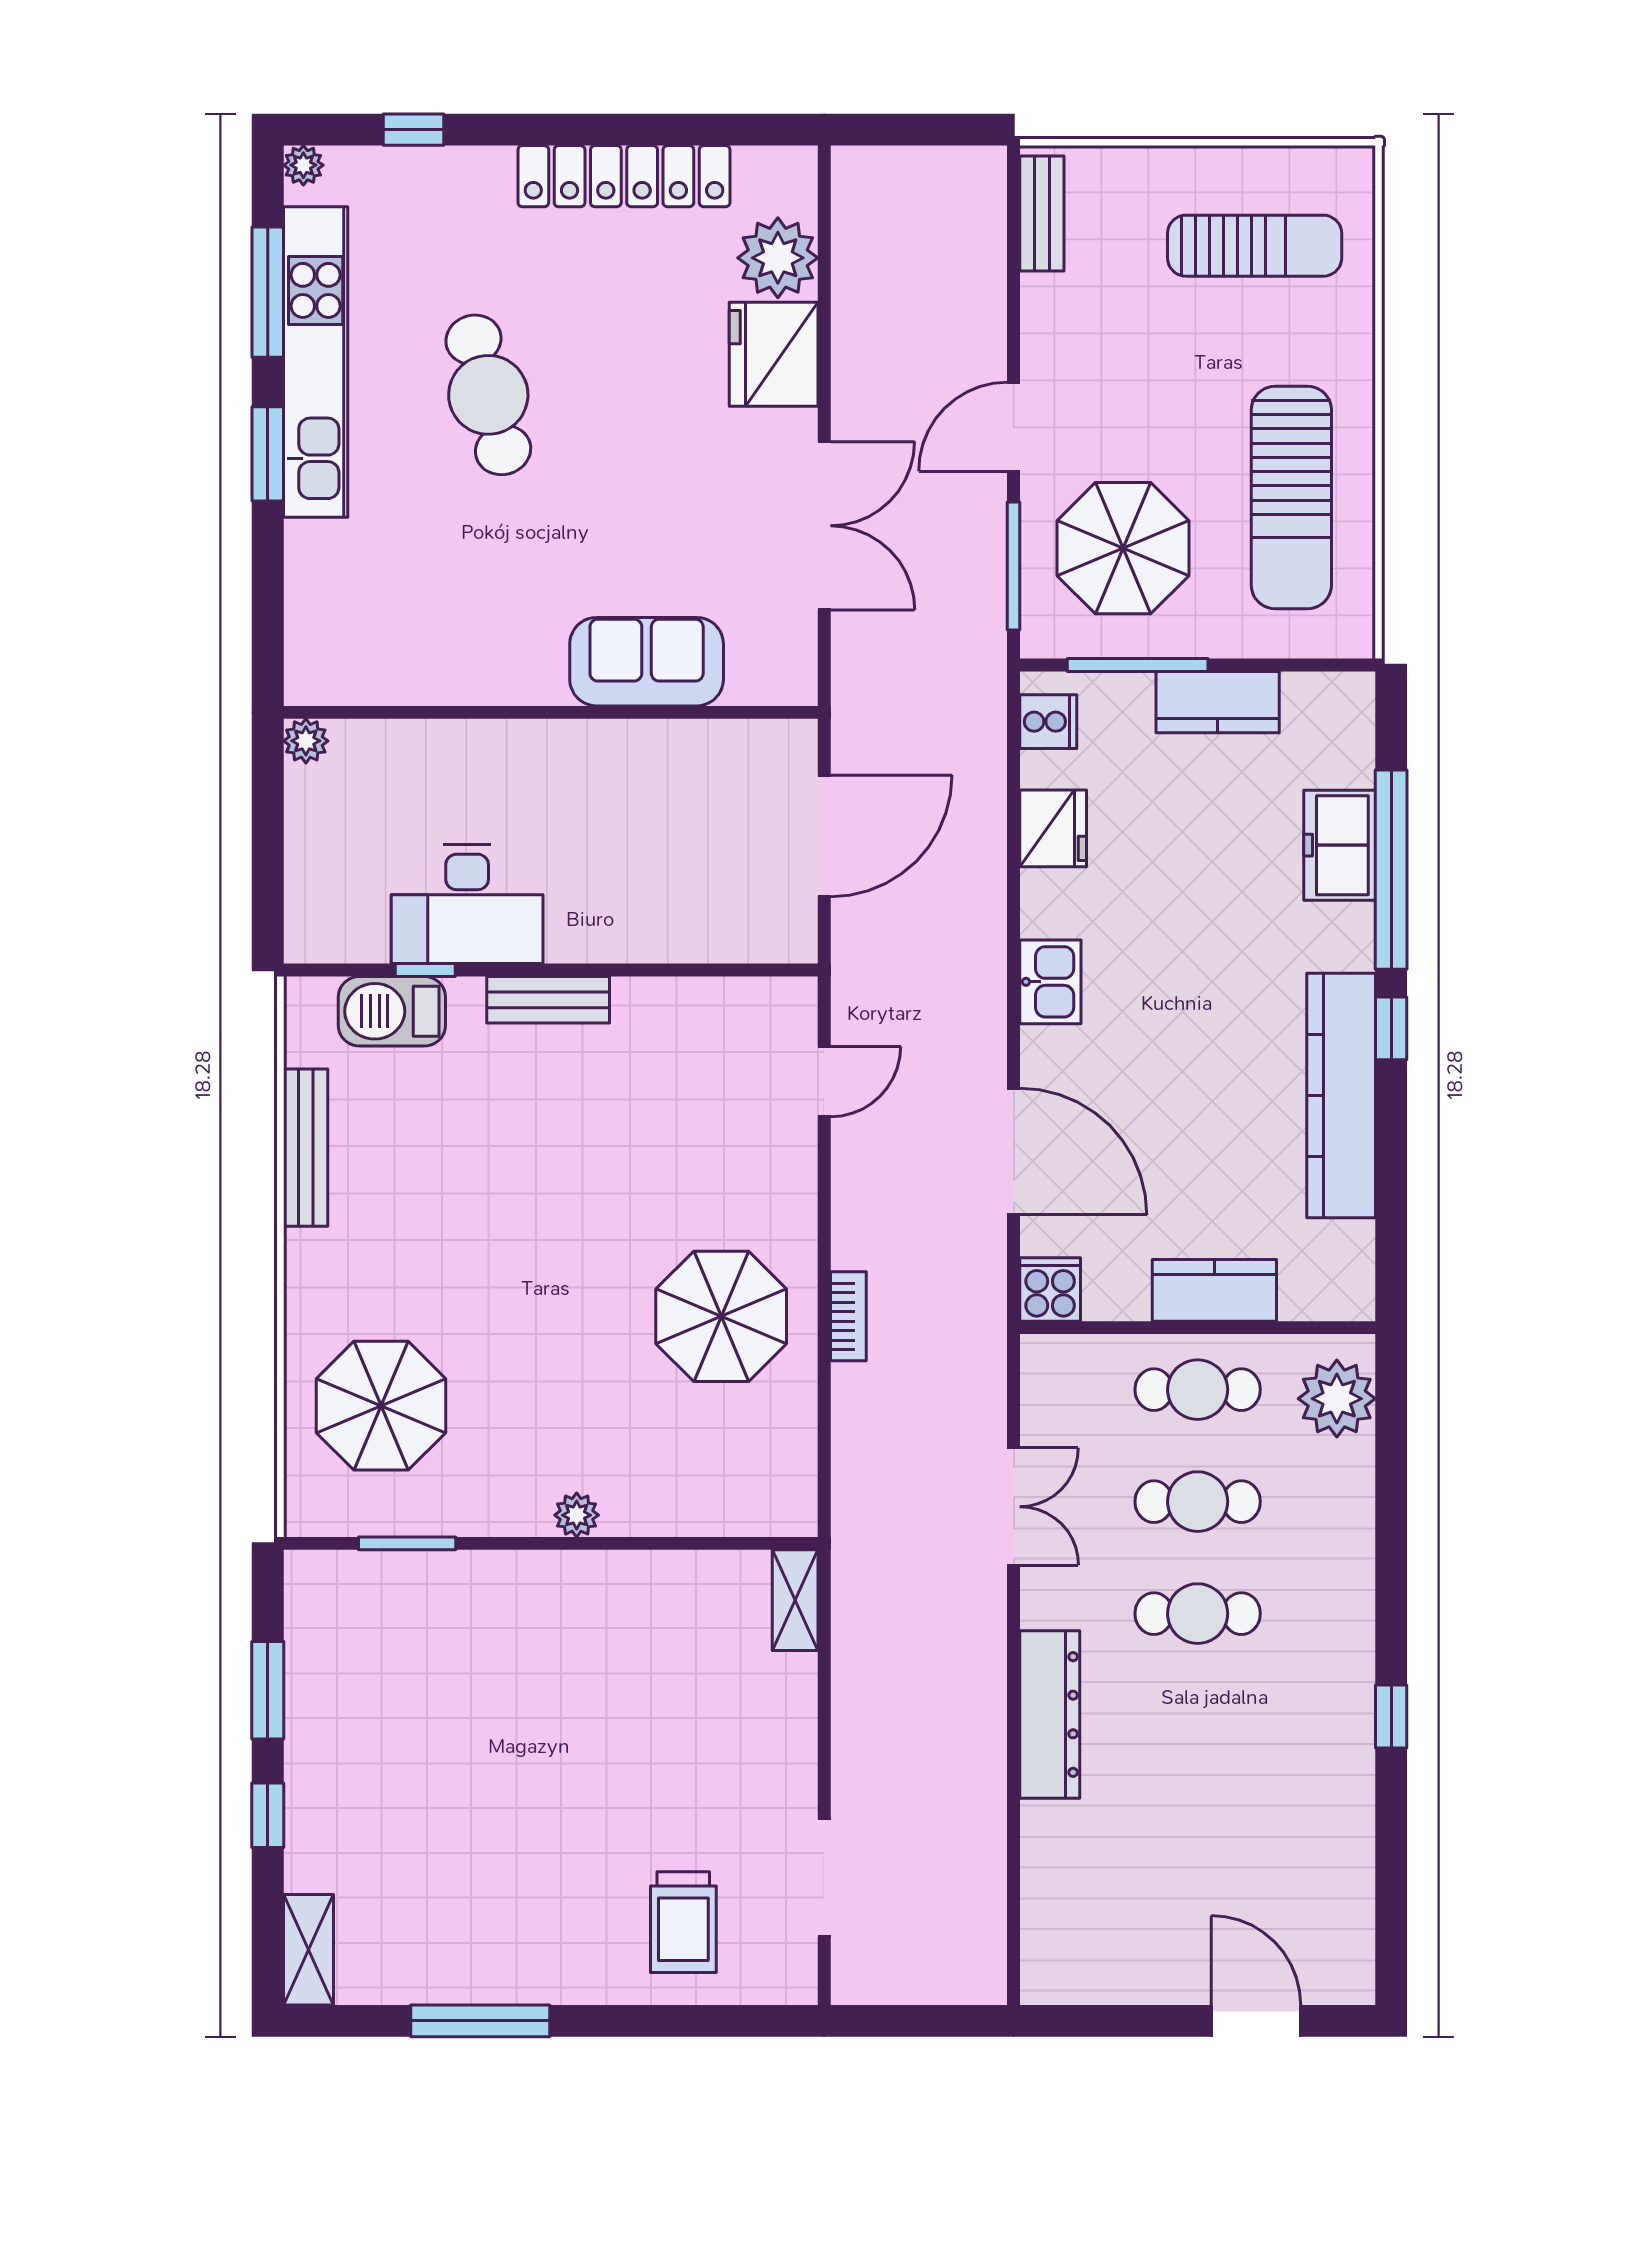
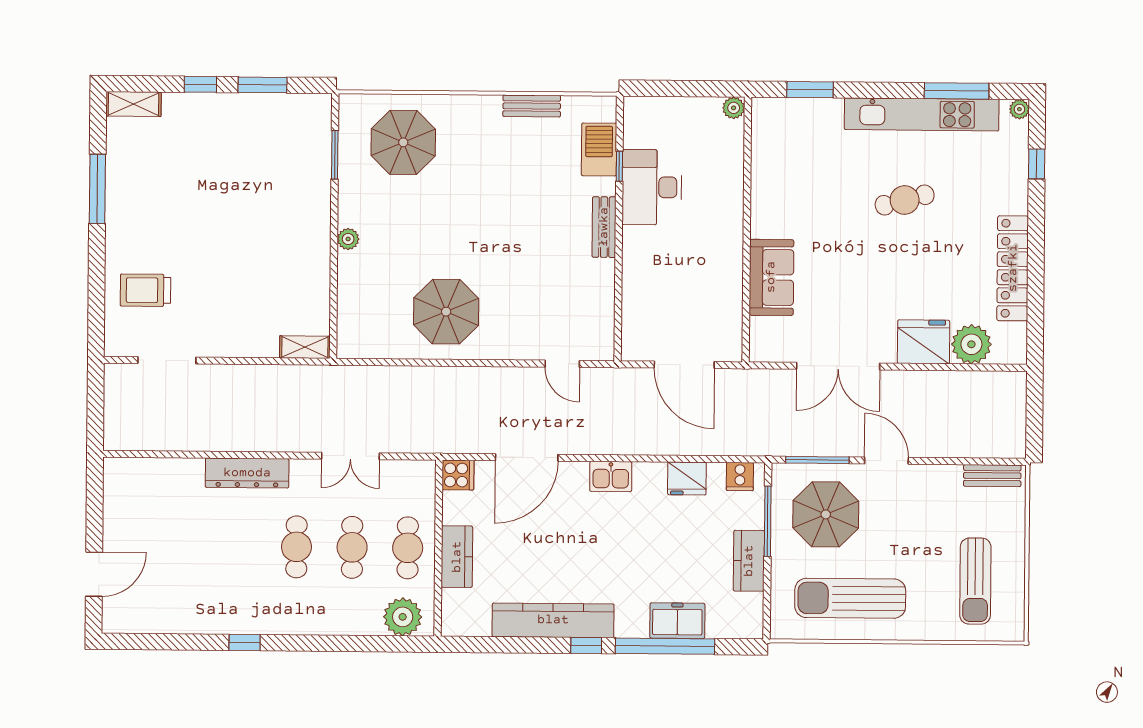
cafe table: (488, 395) -> (905, 200), width x0.73, depth x0.74
window: (268, 454) -> (810, 90), moved
bench: (306, 1148) -> (532, 106), width x0.73
bookcase: (848, 1316) -> (446, 375), removed

